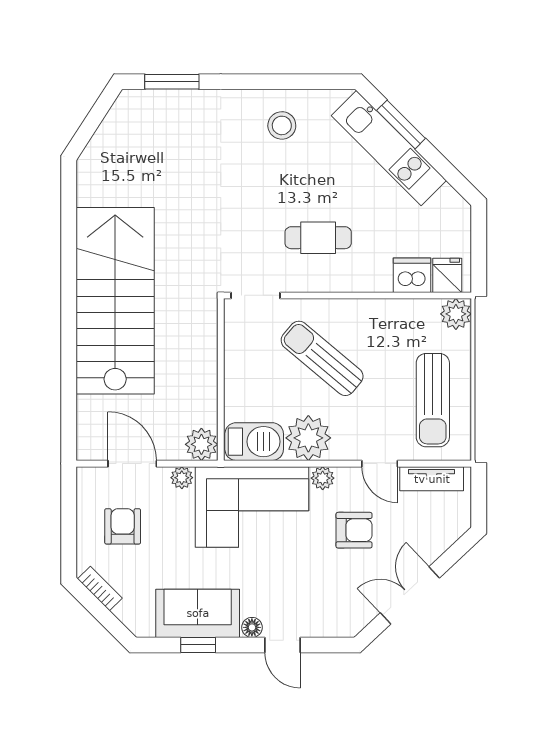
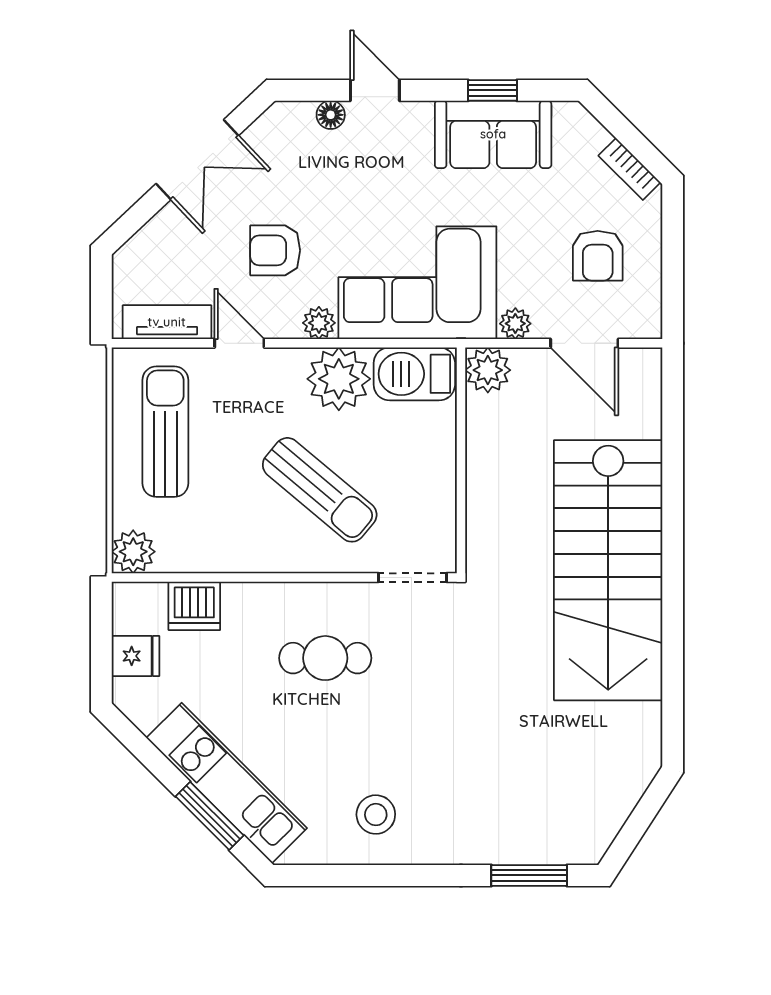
fridge: (447, 275) -> (135, 656), moved, turned -90
floor lamp: (252, 627) -> (331, 115), moved

